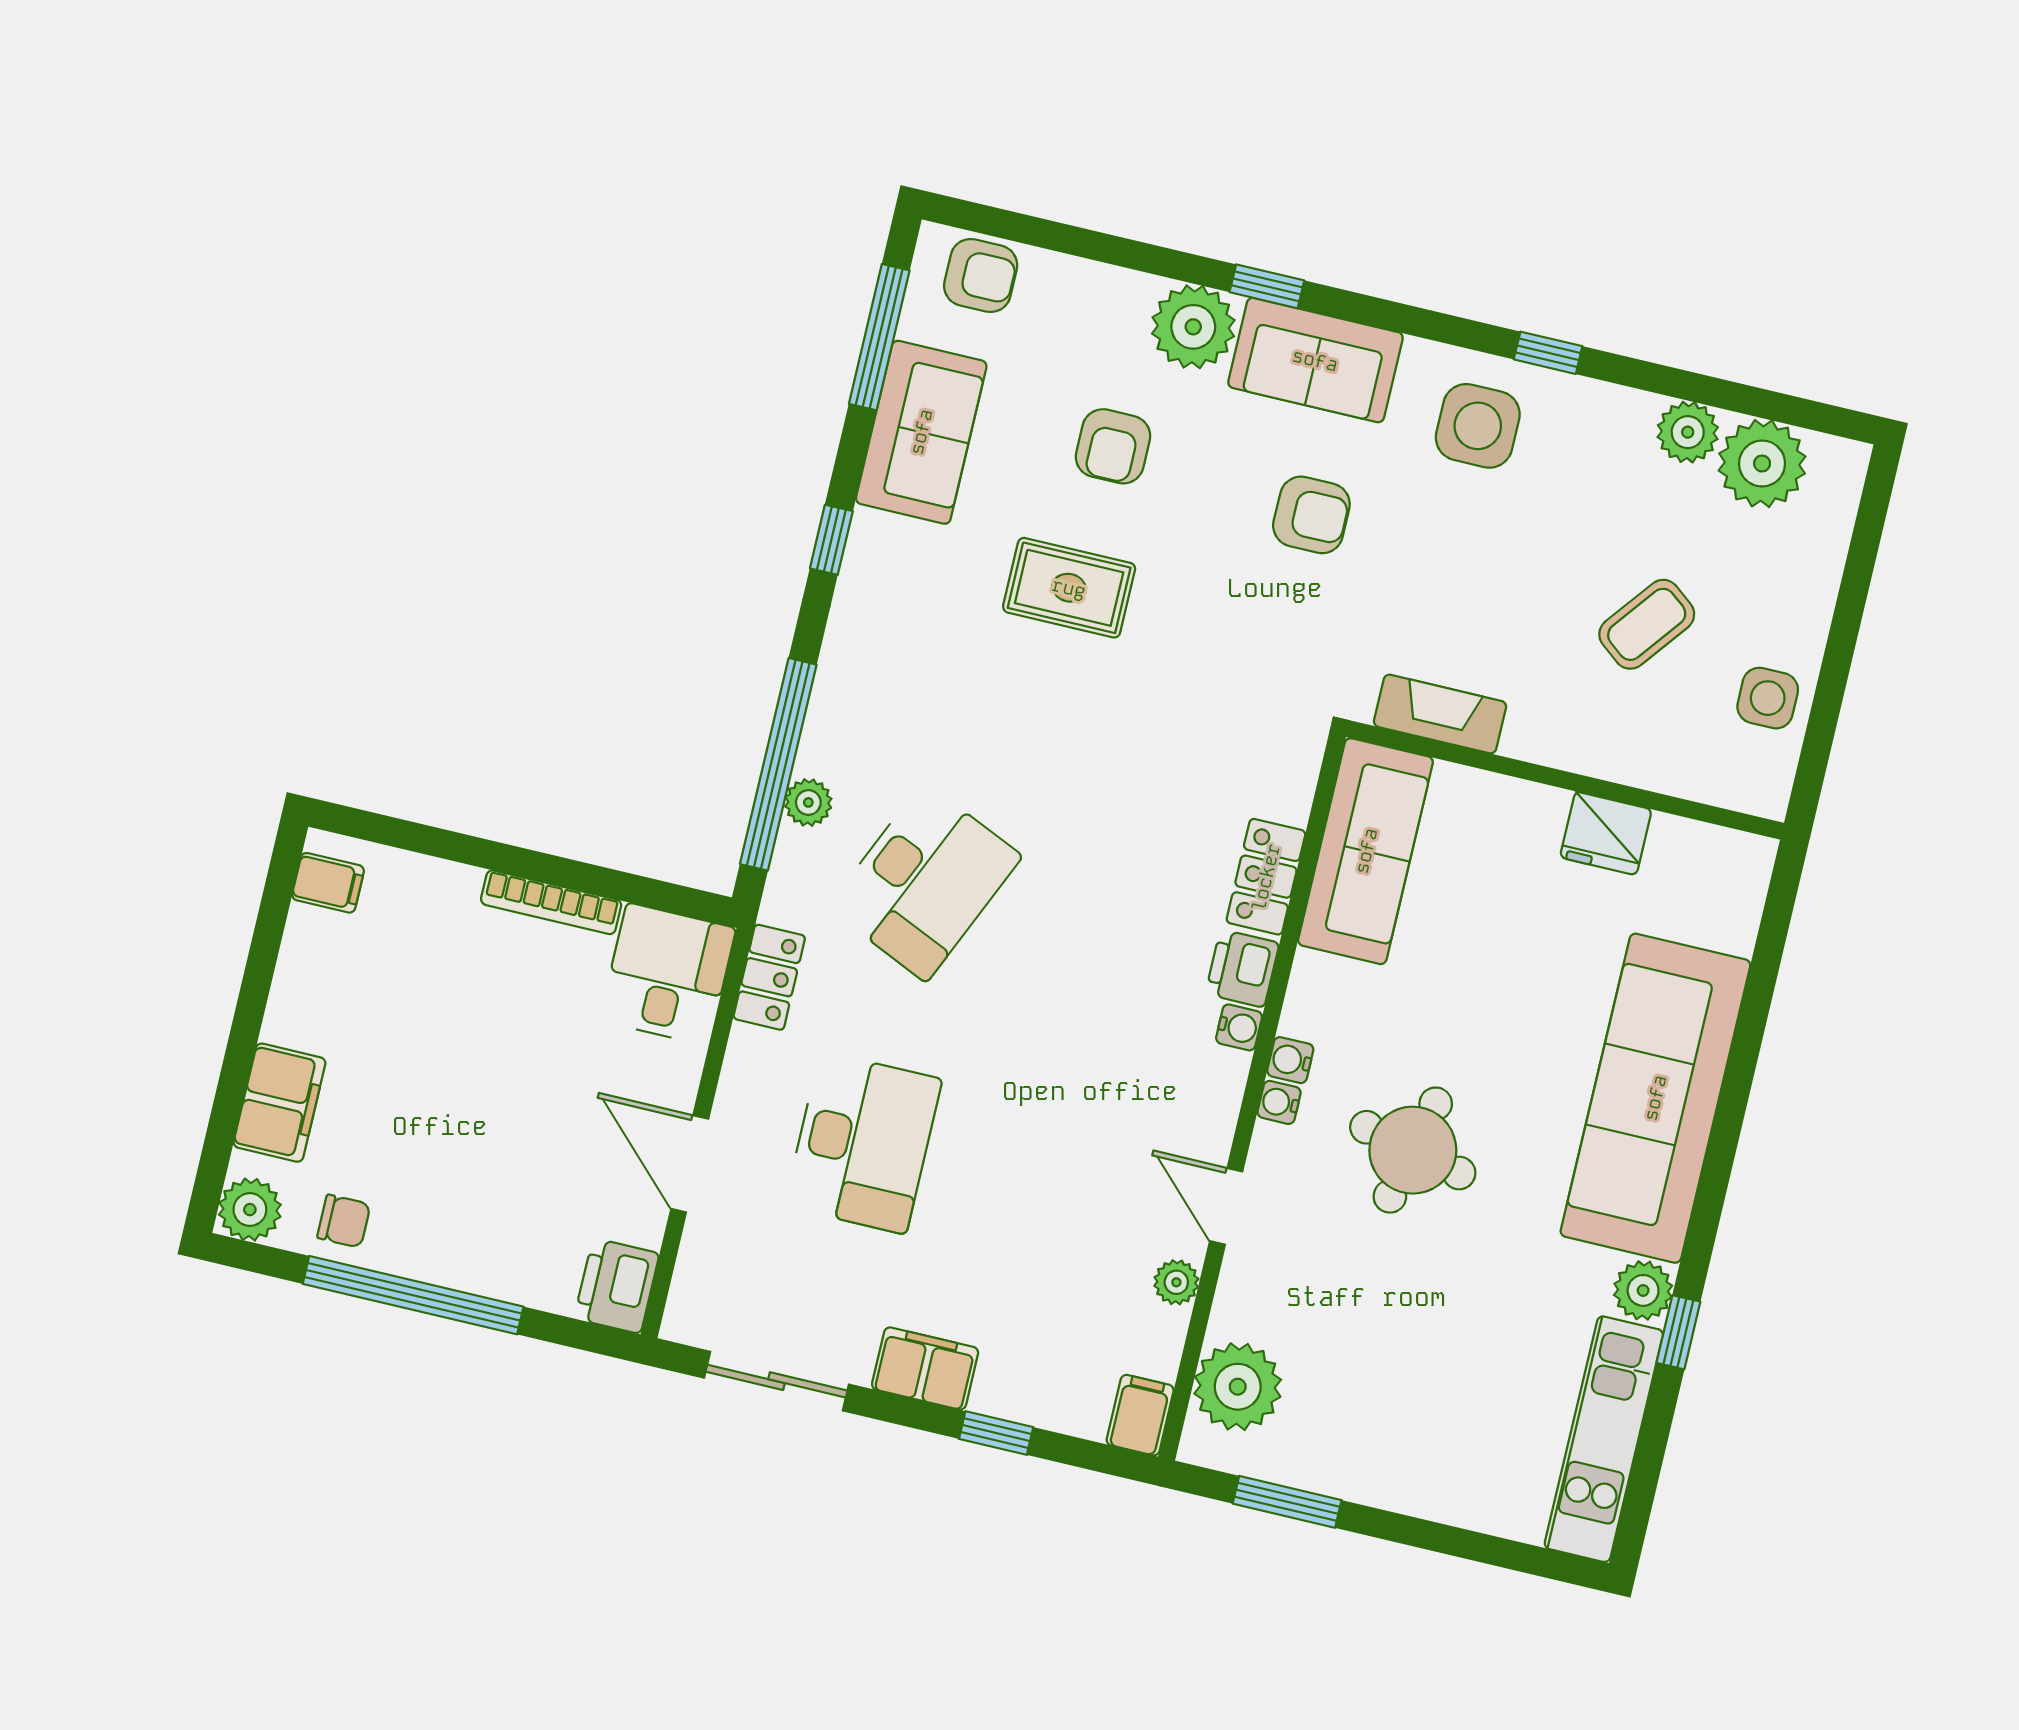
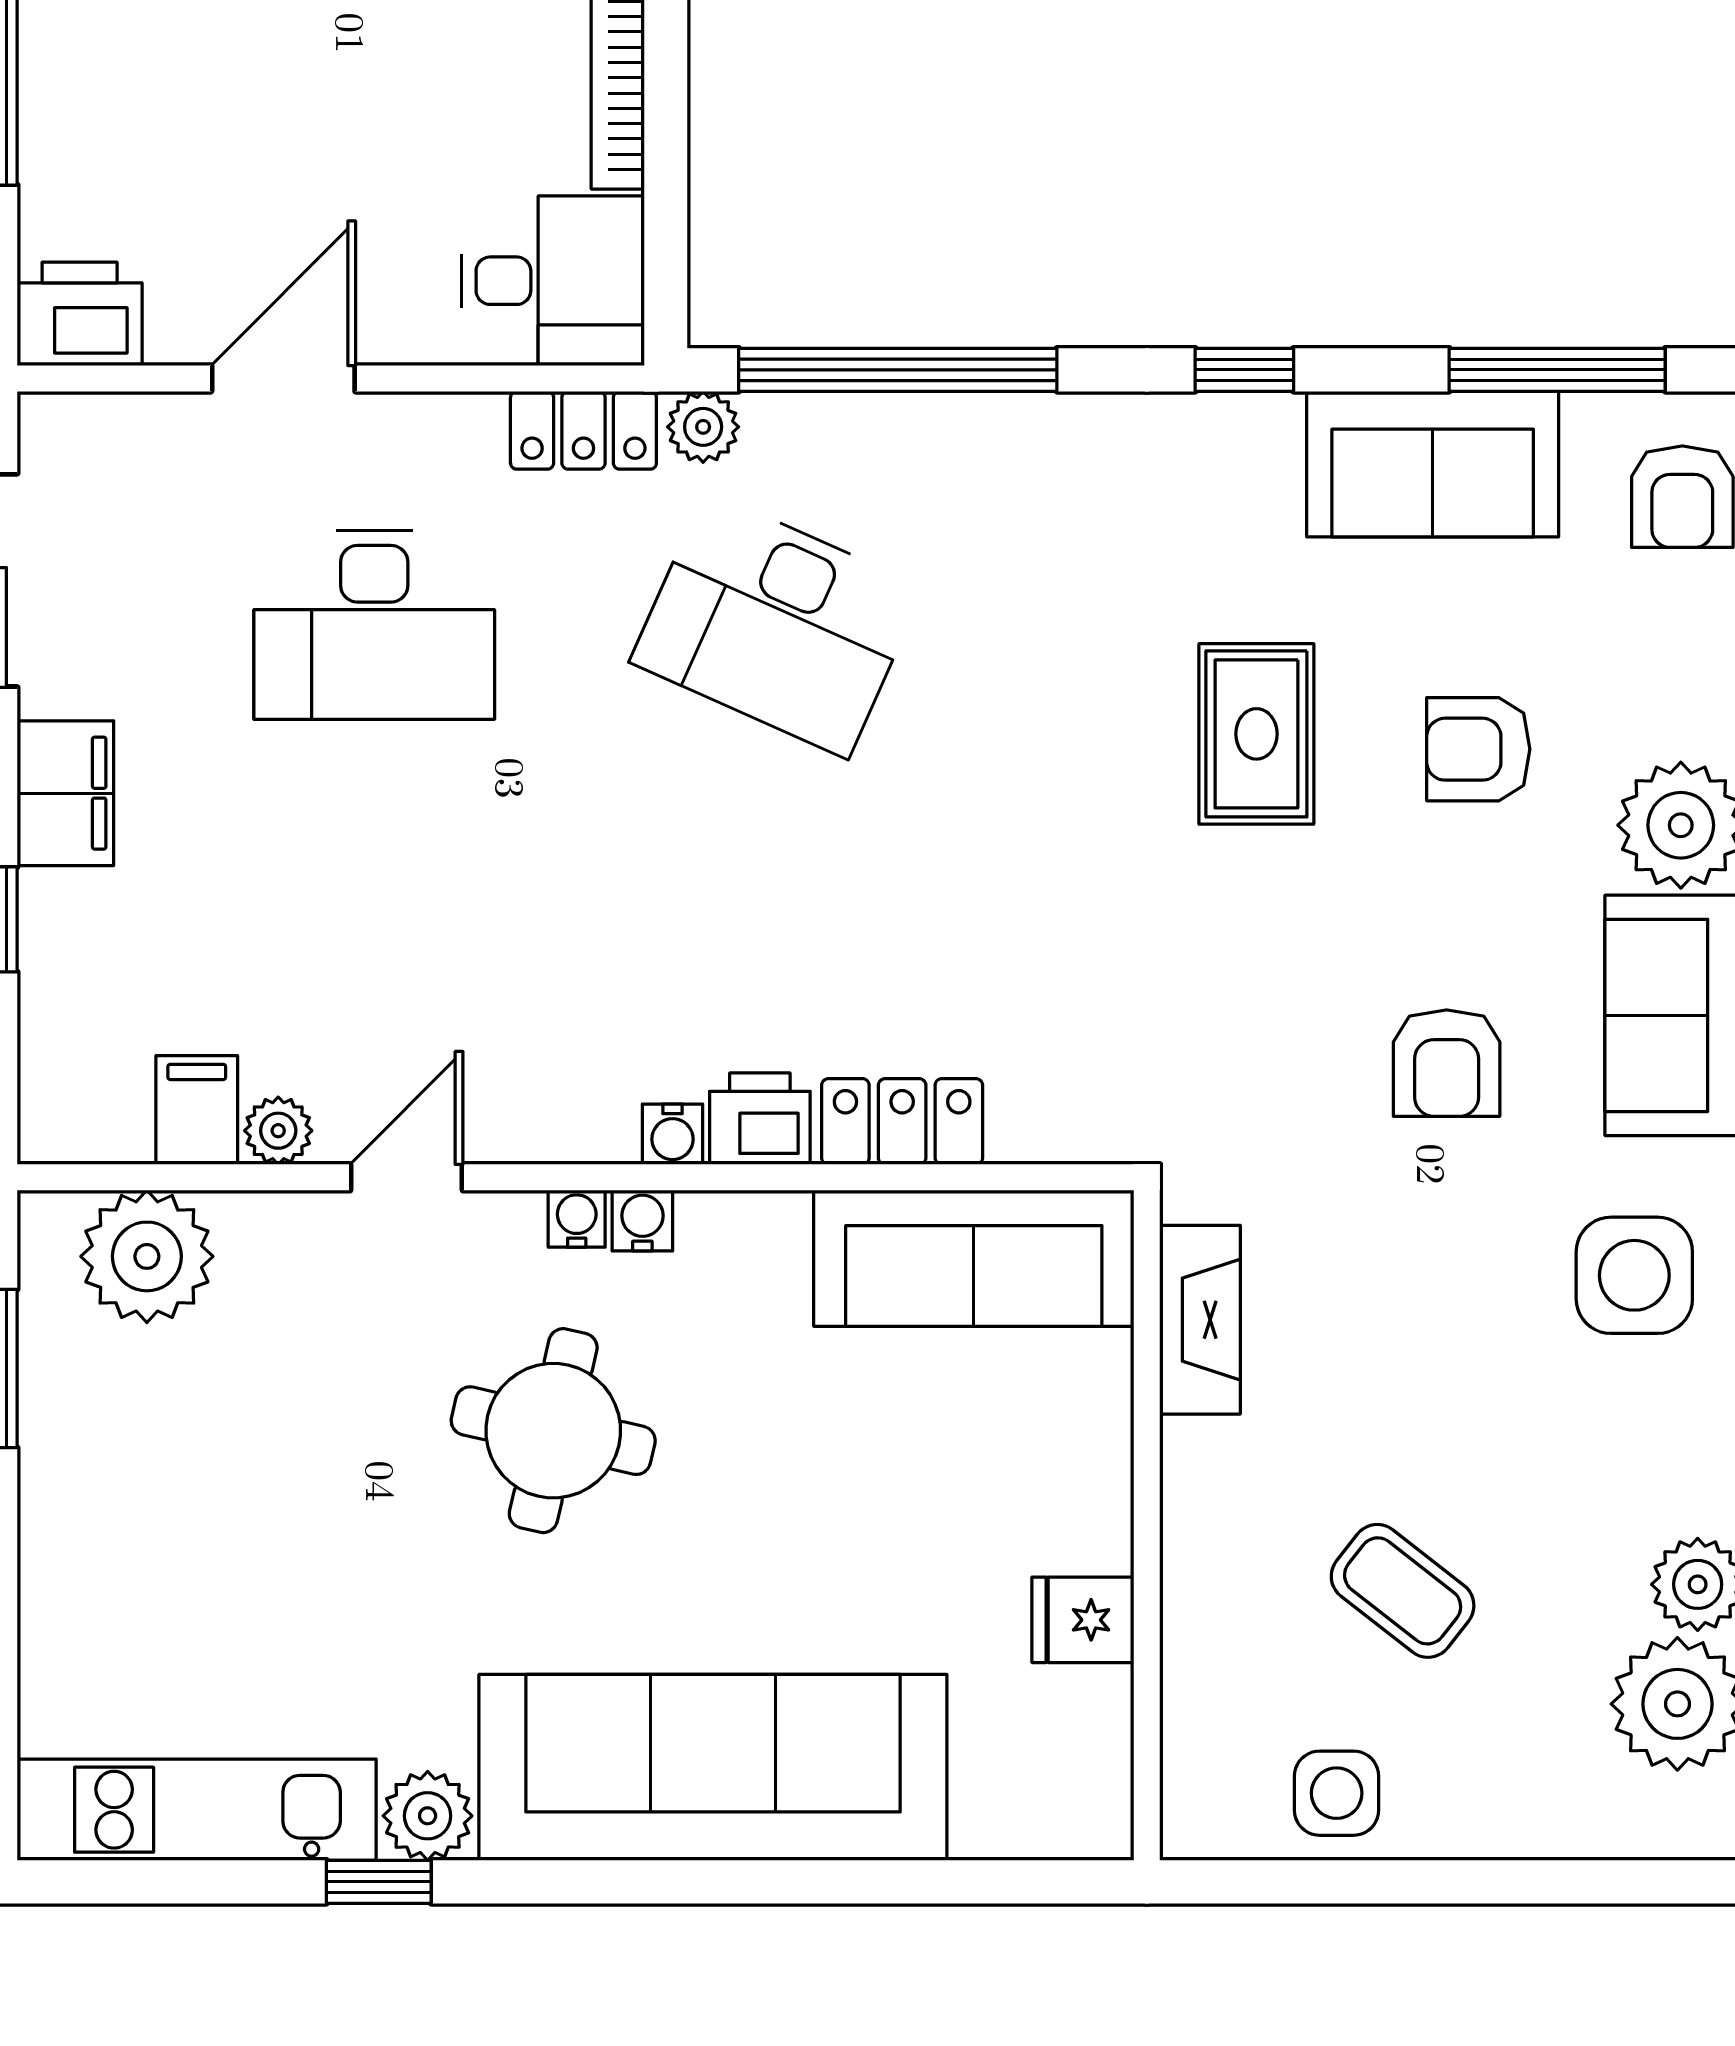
plant: (808, 802) -> (703, 427), moved
fridge: (1606, 833) -> (1083, 1620), width x0.72
filing cabinet: (1140, 1415) -> (197, 1110), moved, turned -90

